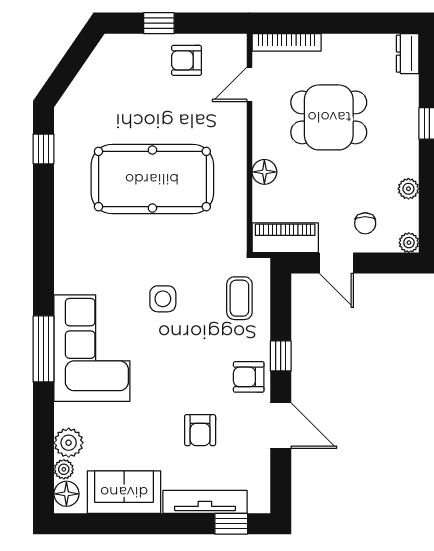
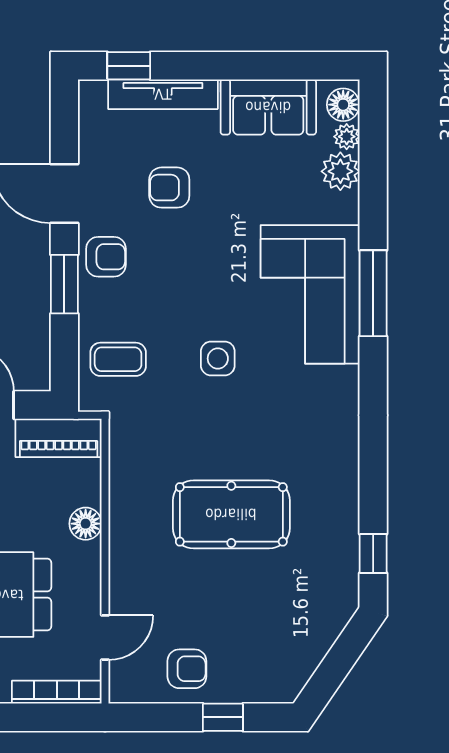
pool table: (152, 179) -> (231, 514), width x0.73, depth x0.76
coffee table: (239, 298) -> (118, 359), turned 90
window: (281, 356) -> (64, 284), width x1.50
armchair: (200, 430) -> (169, 188), turned -90

